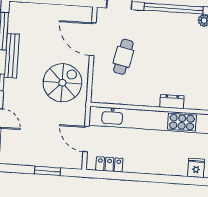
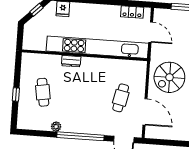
dresser: (172, 102) -> (71, 61), moved

